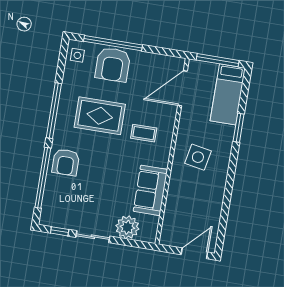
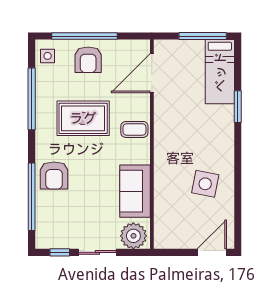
armchair: (113, 65) -> (88, 60), width x0.73, depth x0.73
door: (183, 88) -> (152, 73), moved
window: (54, 111) -> (32, 99), moved
wall: (172, 151) -> (152, 144), moved
side table: (198, 157) -> (205, 184), moved
sofa: (150, 190) -> (135, 191), moved

